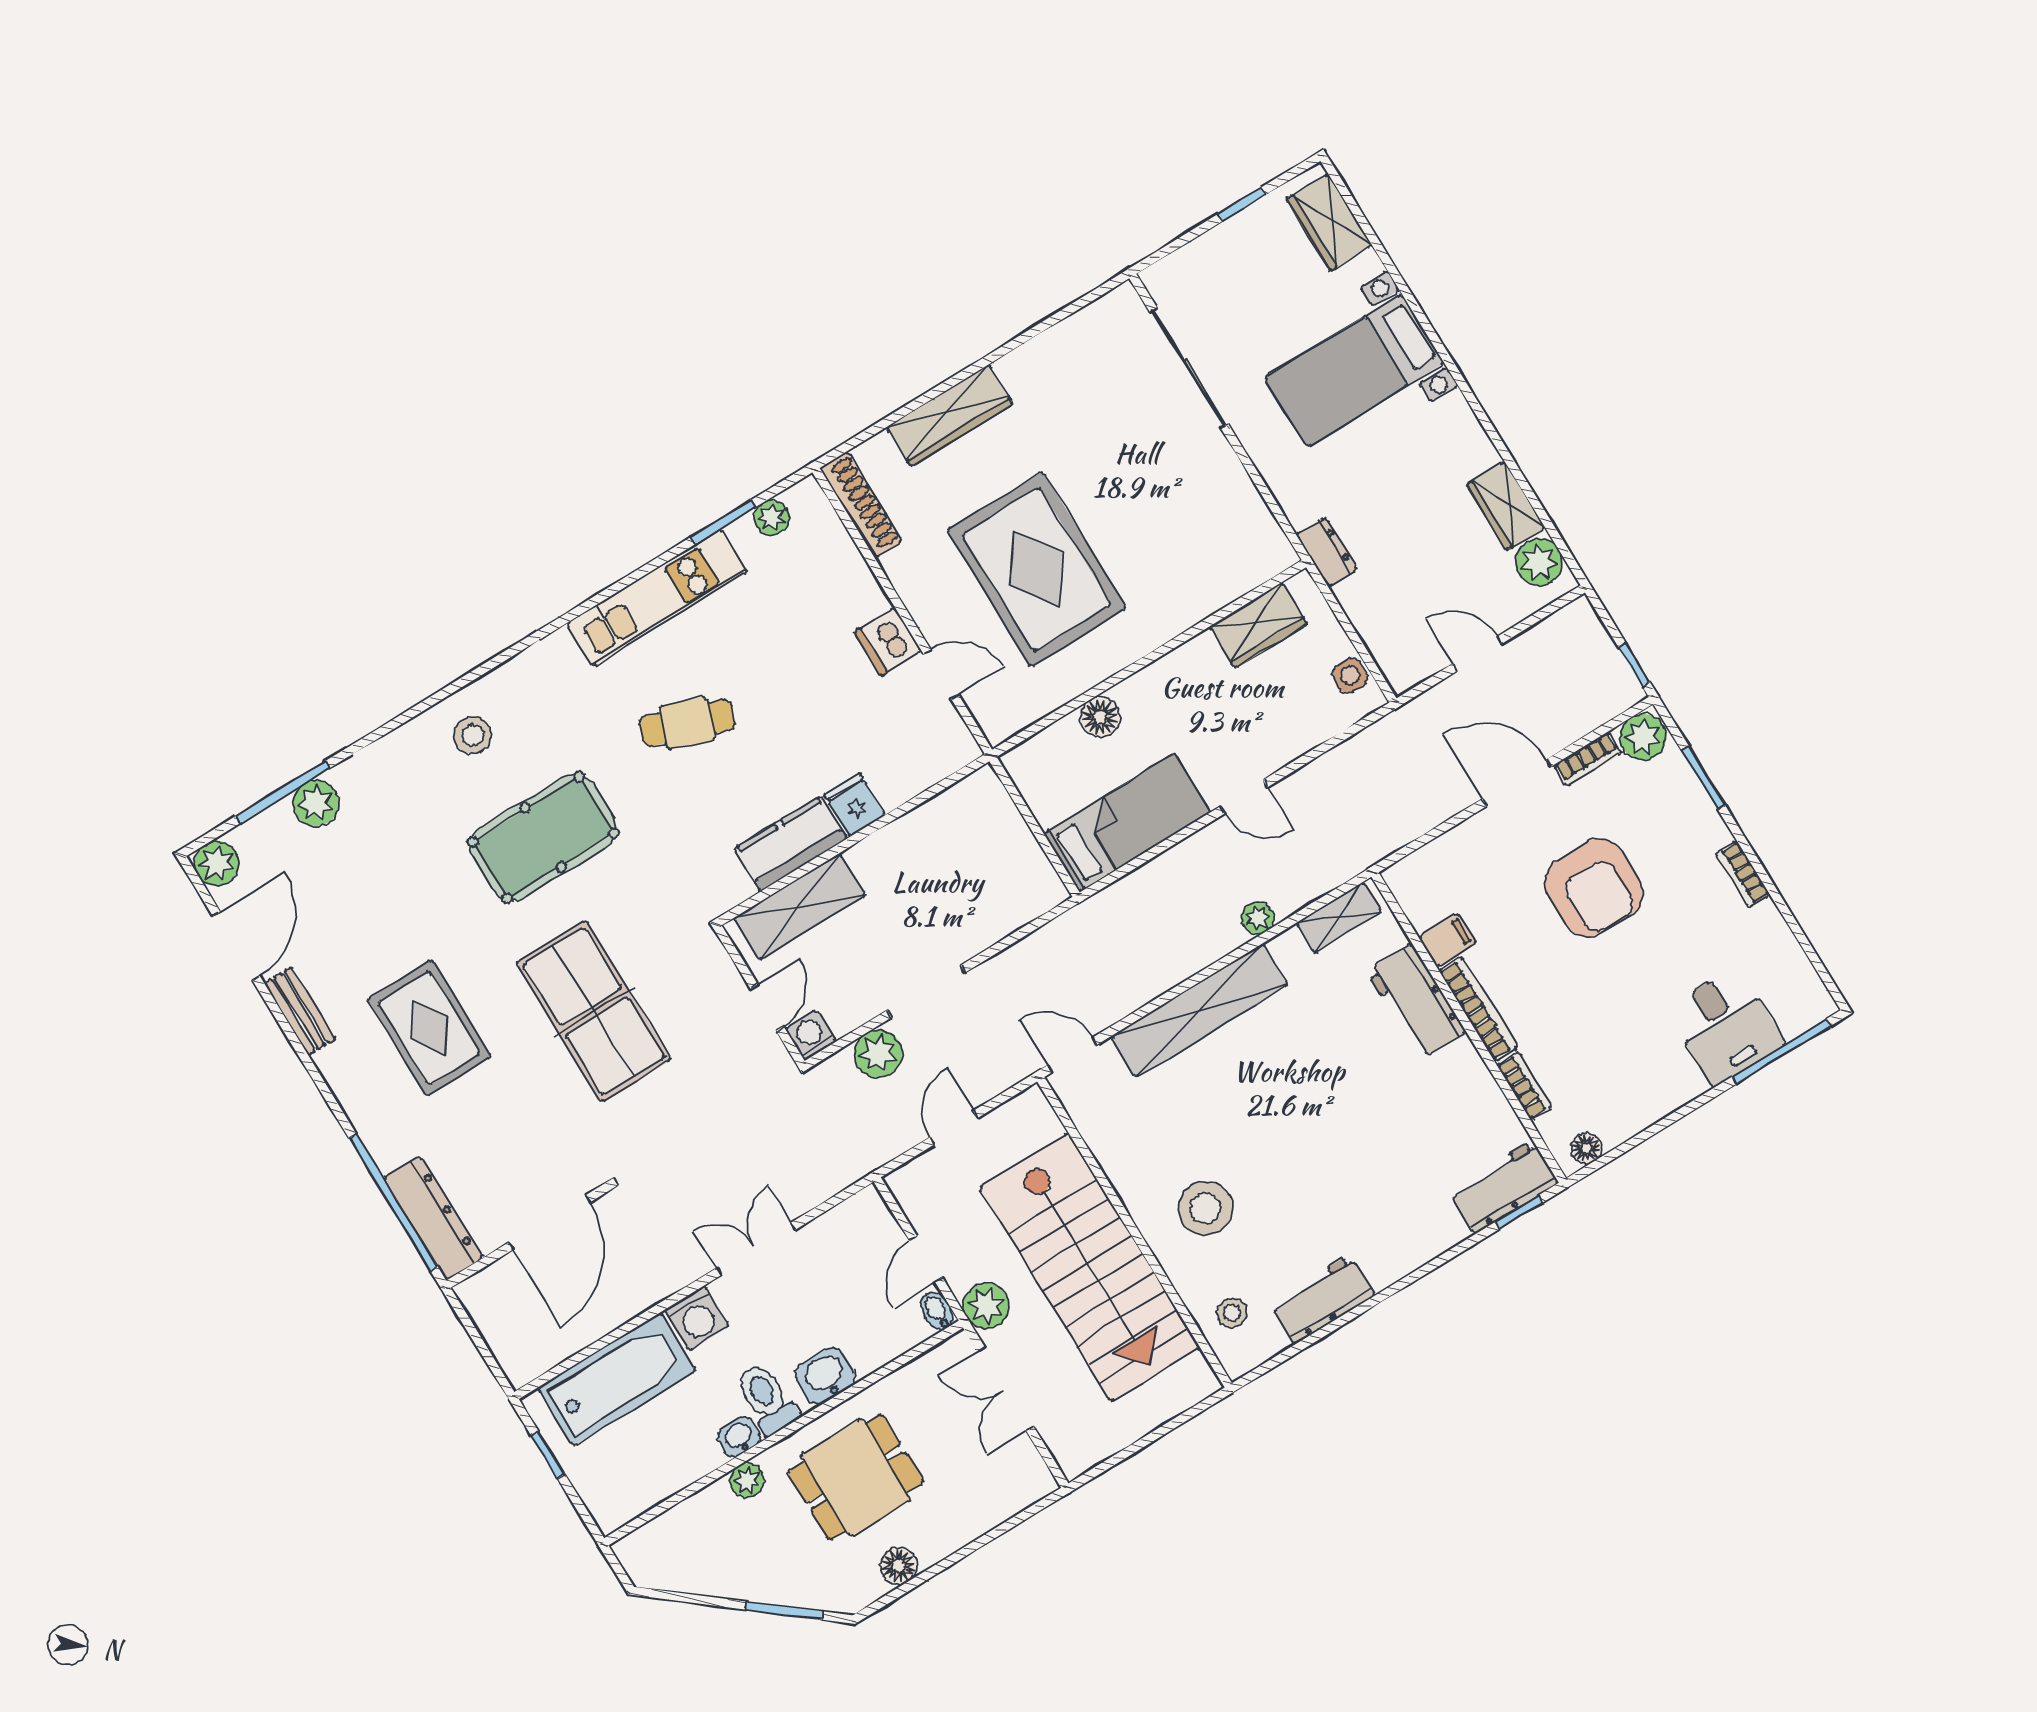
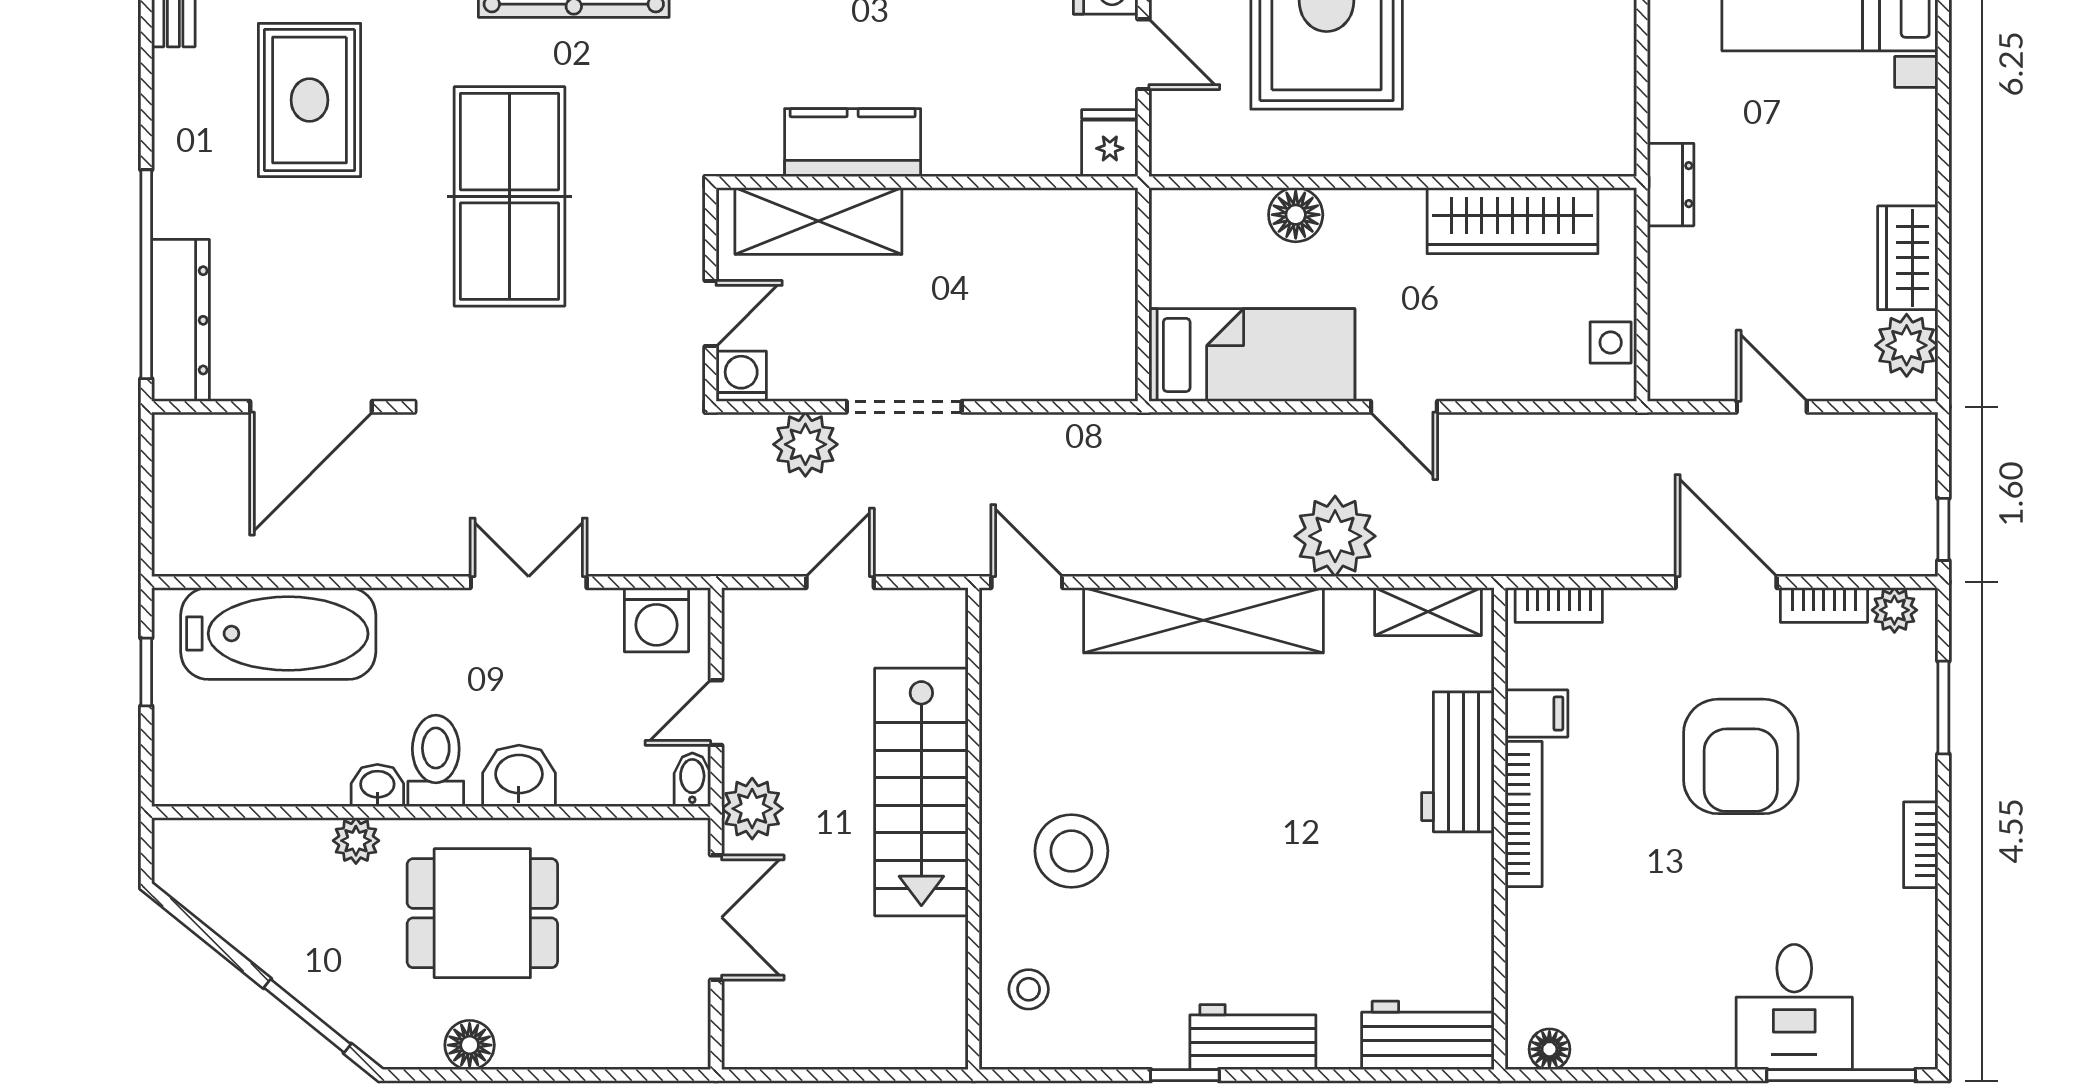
wardrobe: (1258, 625) -> (1513, 221), width x1.50
plant: (1643, 737) -> (1894, 610), width x0.73, depth x0.73
fridge: (855, 805) -> (1110, 143), moved
plant: (1258, 918) -> (1335, 536), width x1.87, depth x1.87
bookcase: (1524, 1086) -> (1559, 605), moved, turned 90
window: (1519, 1212) -> (1185, 1075), moved
stairs: (1090, 1267) -> (921, 792), width x0.73, depth x0.66
workbench: (1322, 1299) -> (1253, 1037), moved
washing machine: (697, 1318) -> (656, 620), moved
double door: (1006, 1389) -> (716, 917), swing flipped

